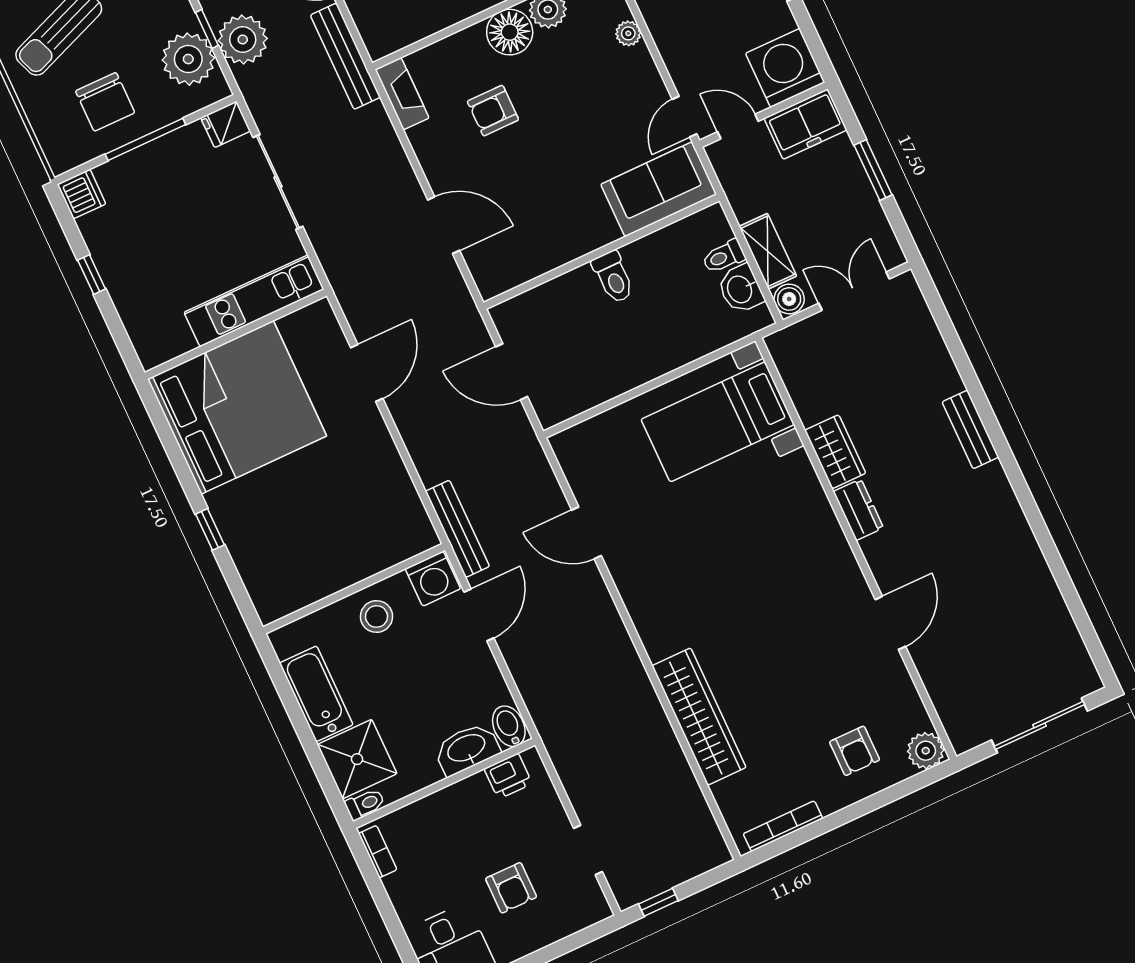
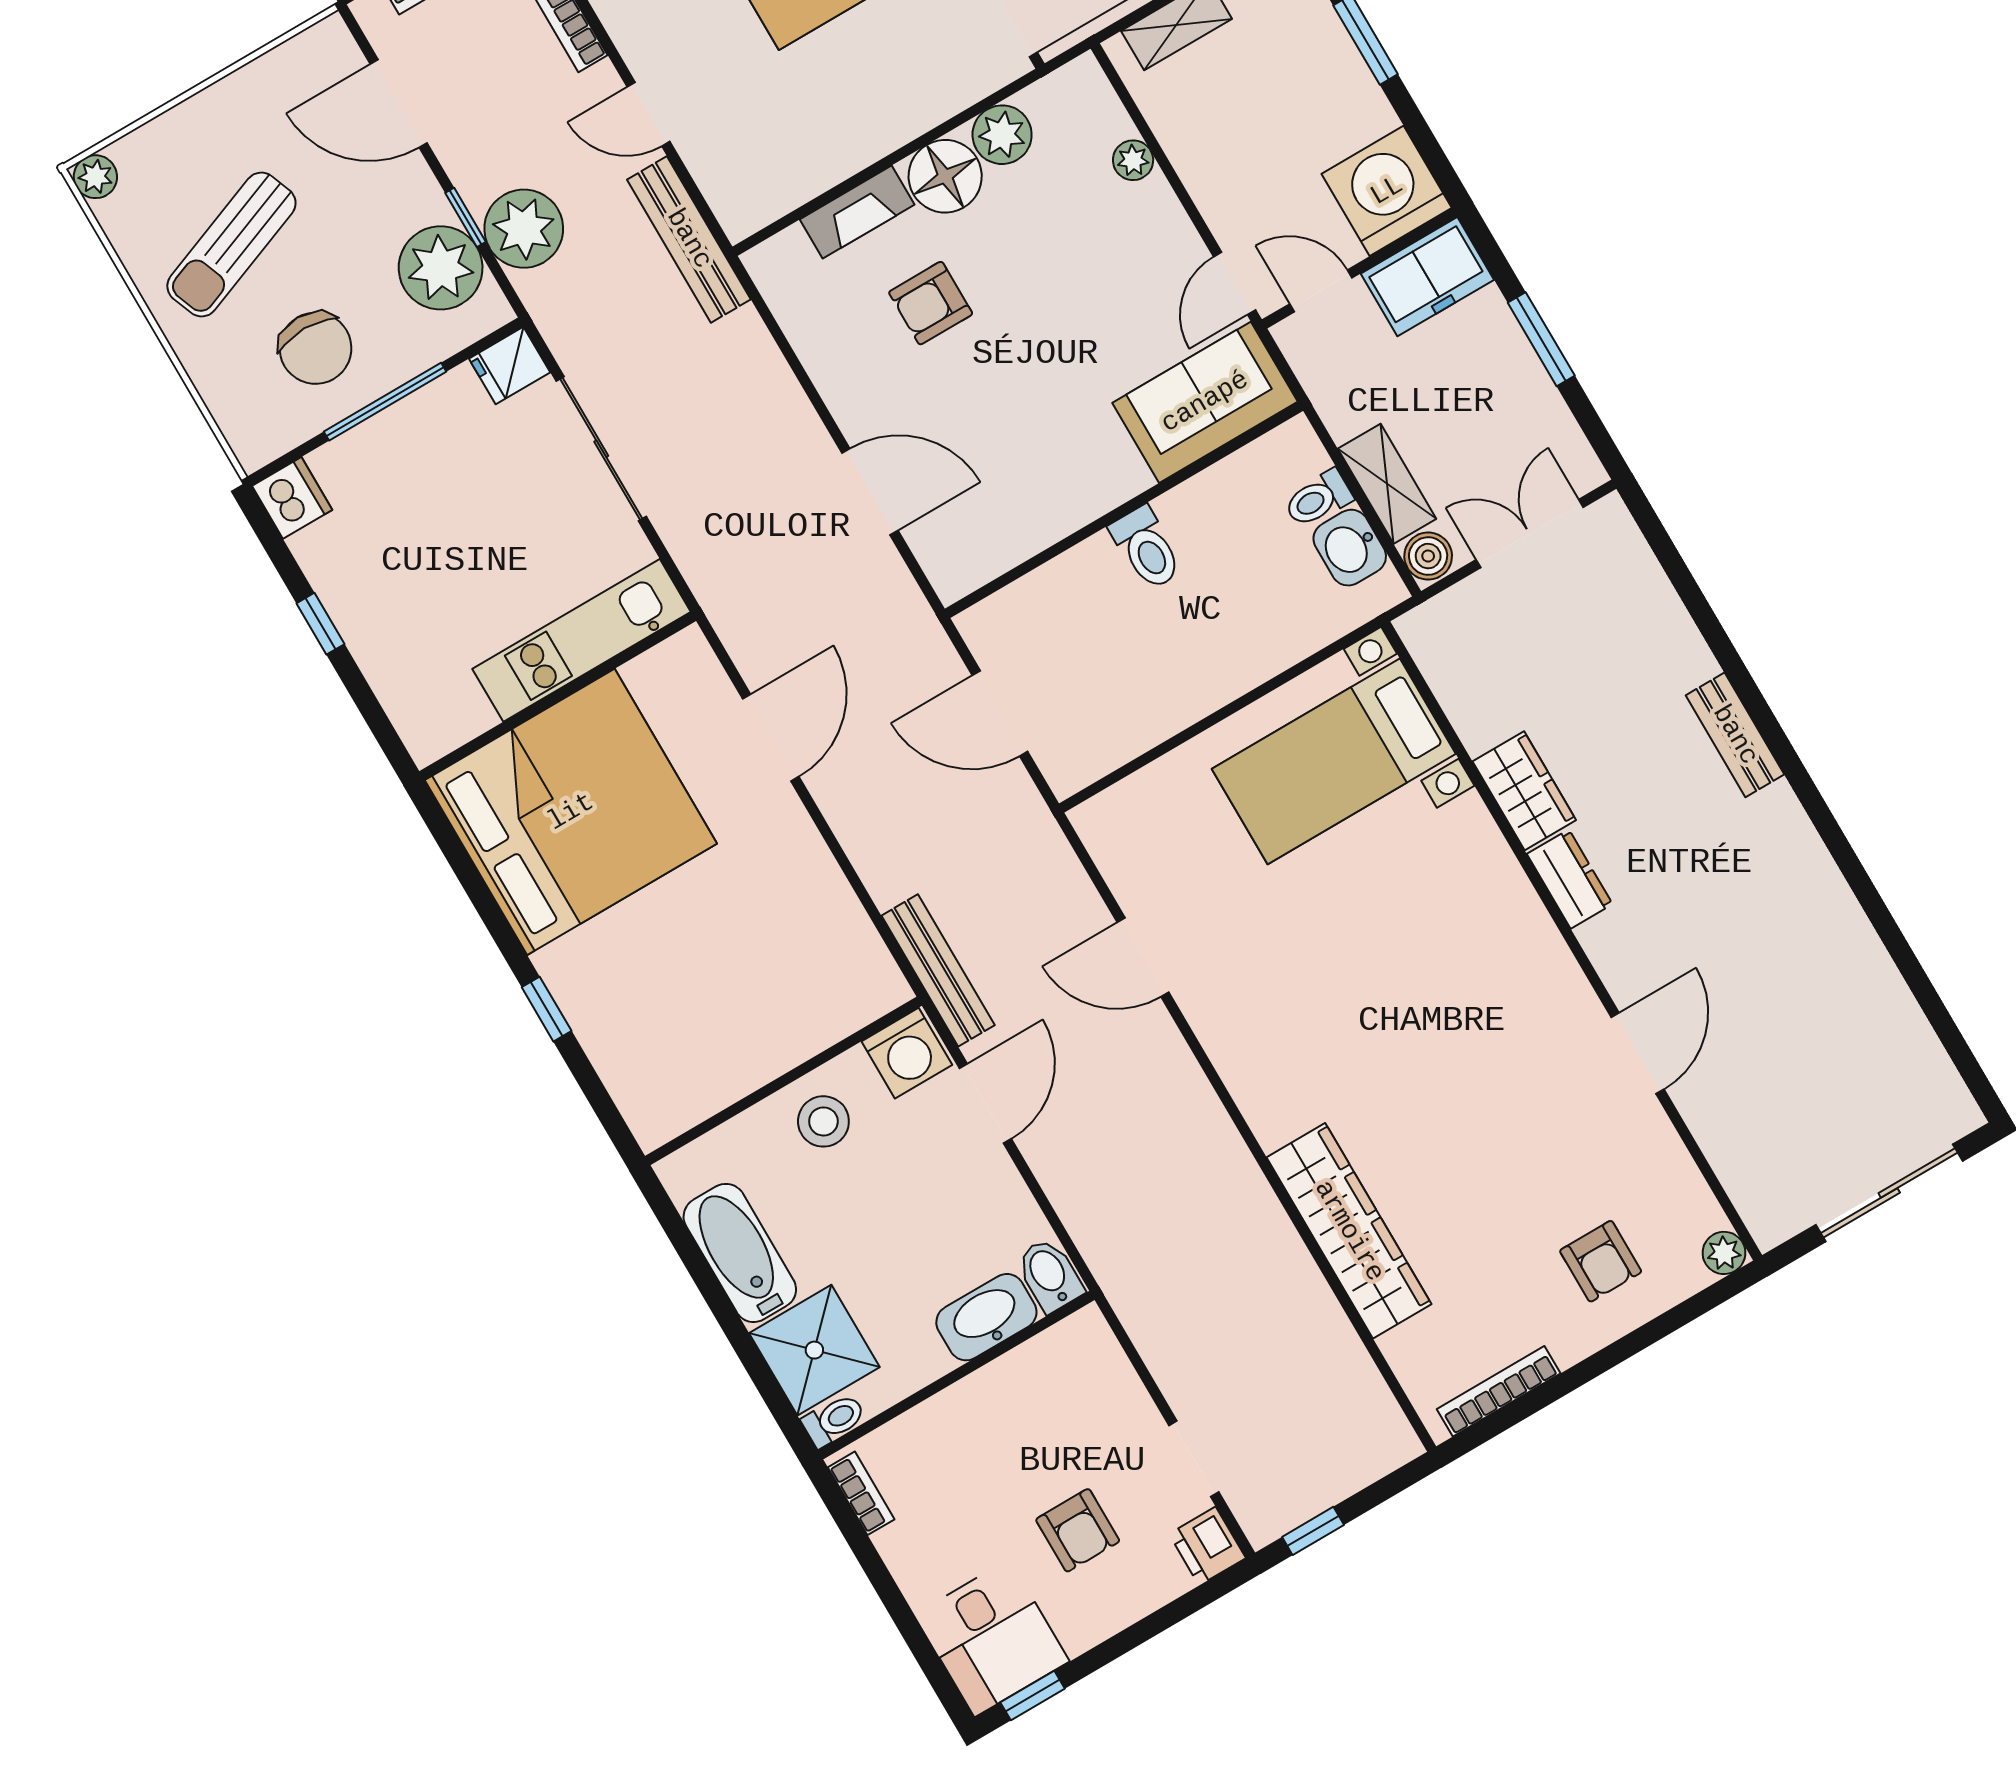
fireplace: (402, 94) -> (857, 212), moved, turned 90
plant: (926, 751) -> (1724, 1253), width x0.73, depth x0.73
printer: (508, 776) -> (1207, 1546), moved, turned 90

